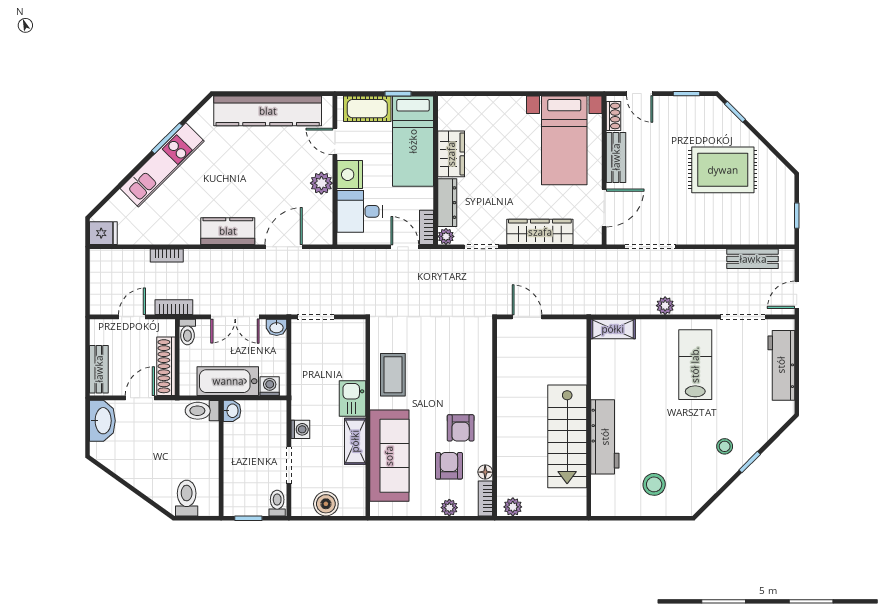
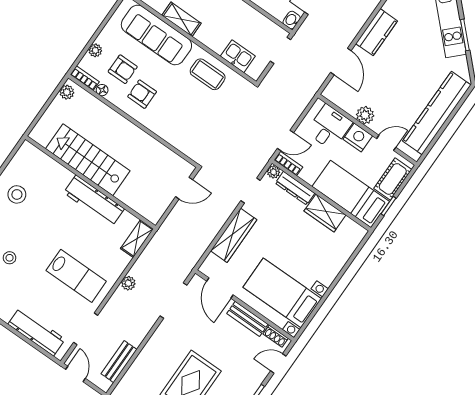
kitchen sink: (353, 398) -> (238, 56), moved
workbench: (605, 437) -> (94, 201), moved

